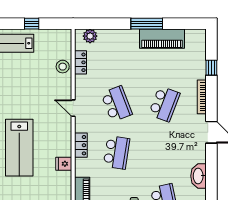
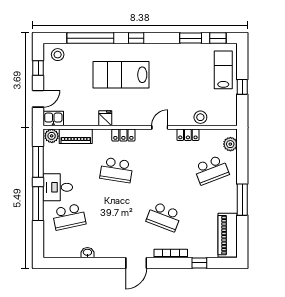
piano: (162, 39) -> (228, 235), moved
locker: (81, 62) -> (188, 135), moved
school desk: (117, 104) -> (211, 170), moved
washbasin: (199, 176) -> (87, 253), width x0.52, depth x0.69

